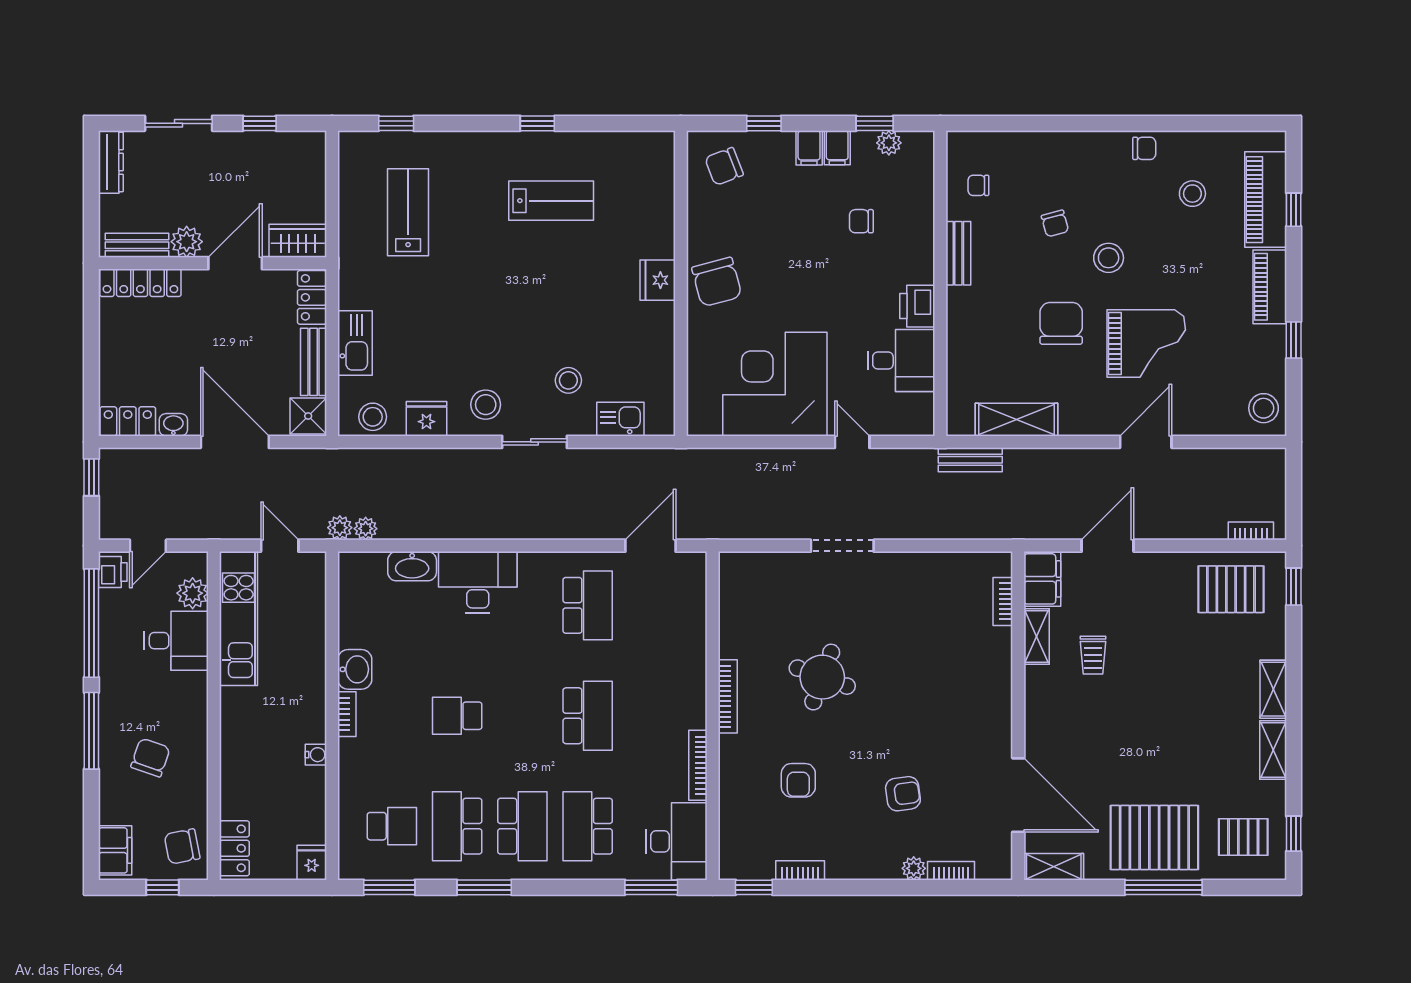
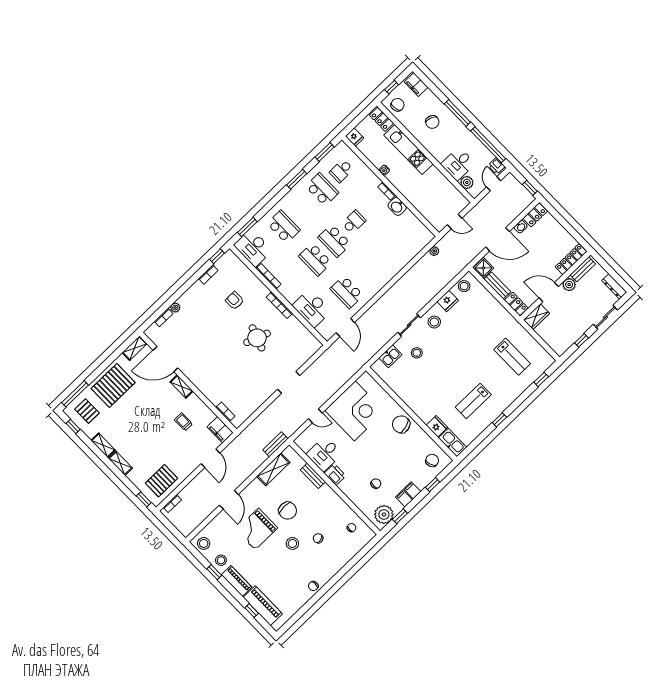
plant: (889, 143) -> (384, 514), width x1.88, depth x1.88
stool: (1192, 194) -> (221, 560), moved
bench: (958, 253) -> (313, 476), moved
door: (235, 263) -> (549, 292), swing flipped
fridge: (658, 280) -> (437, 426), moved
kitchen sink: (355, 343) -> (452, 443), moved, turned 180
plant: (340, 528) -> (442, 244), removed
washbasin: (412, 566) -> (410, 253), removed
desk: (478, 582) -> (312, 308), moved, turned 90
kitchen unit: (239, 619) -> (408, 150), moved
shelving: (1037, 637) -> (182, 387), moved
armchair: (903, 794) -> (200, 327), removed
school desk: (522, 826) -> (334, 241), moved
pallet: (1243, 837) -> (87, 411), turned 90
window: (1163, 887) -> (75, 394), moved

